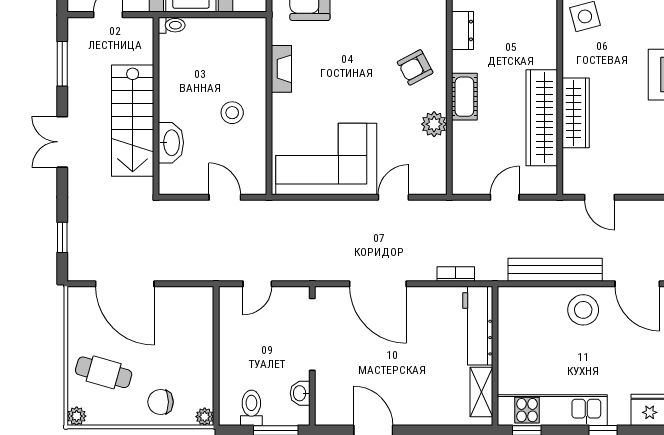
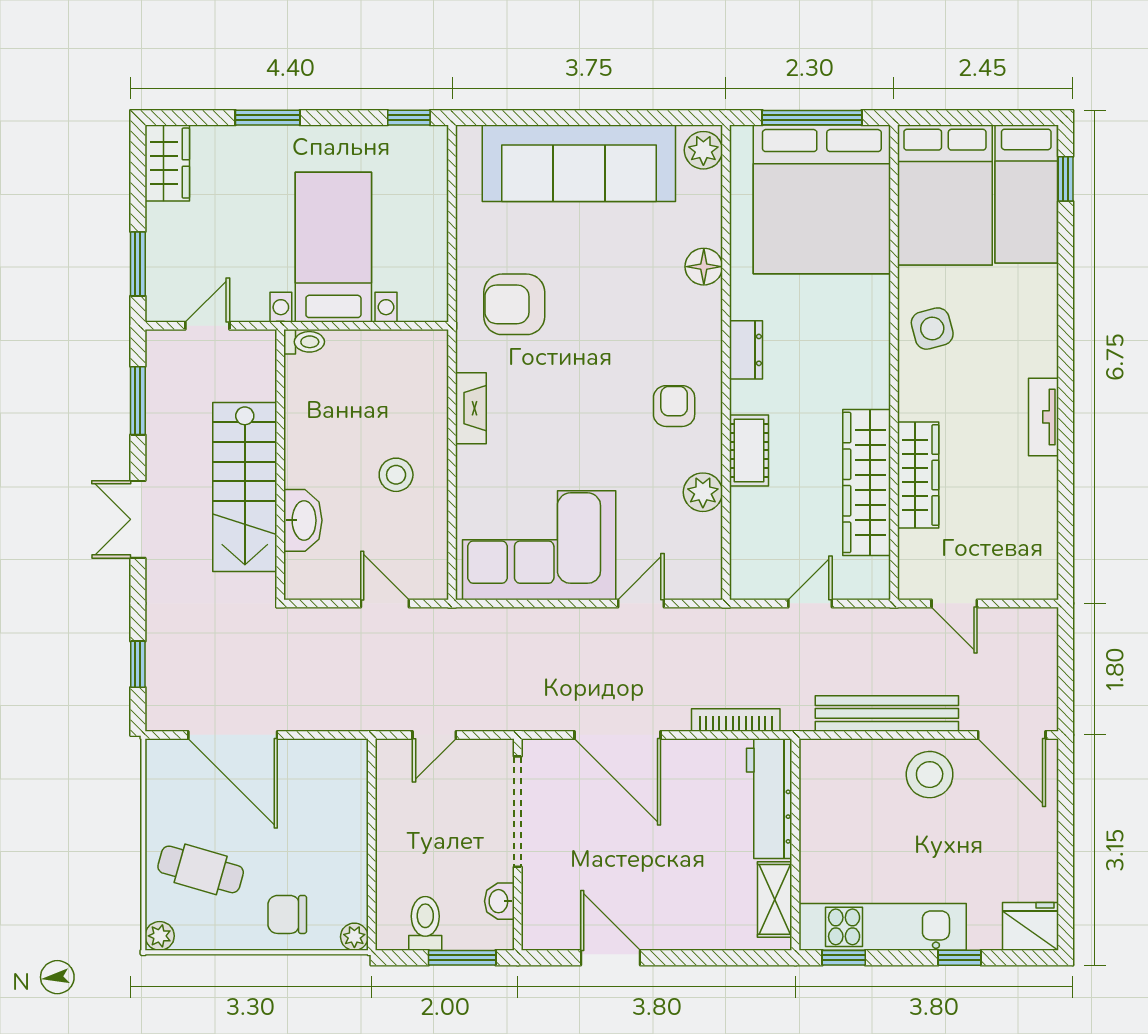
armchair: (415, 67) -> (674, 406), turned 118
bookcase: (456, 274) -> (736, 720), width x1.56

